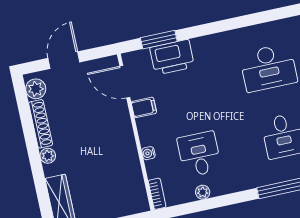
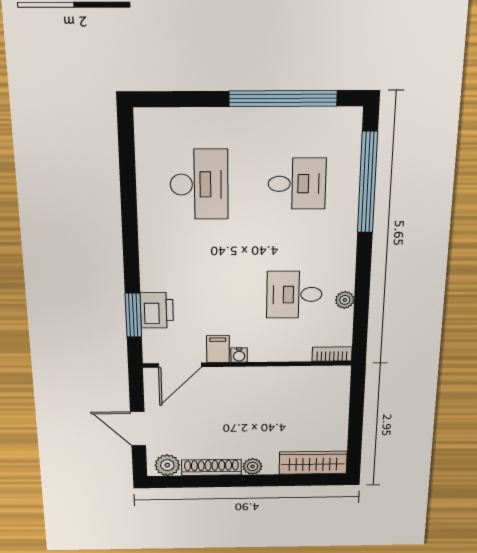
printer: (172, 57) -> (157, 310), width x0.73, depth x0.84
water cooler: (148, 153) -> (239, 355), moved

